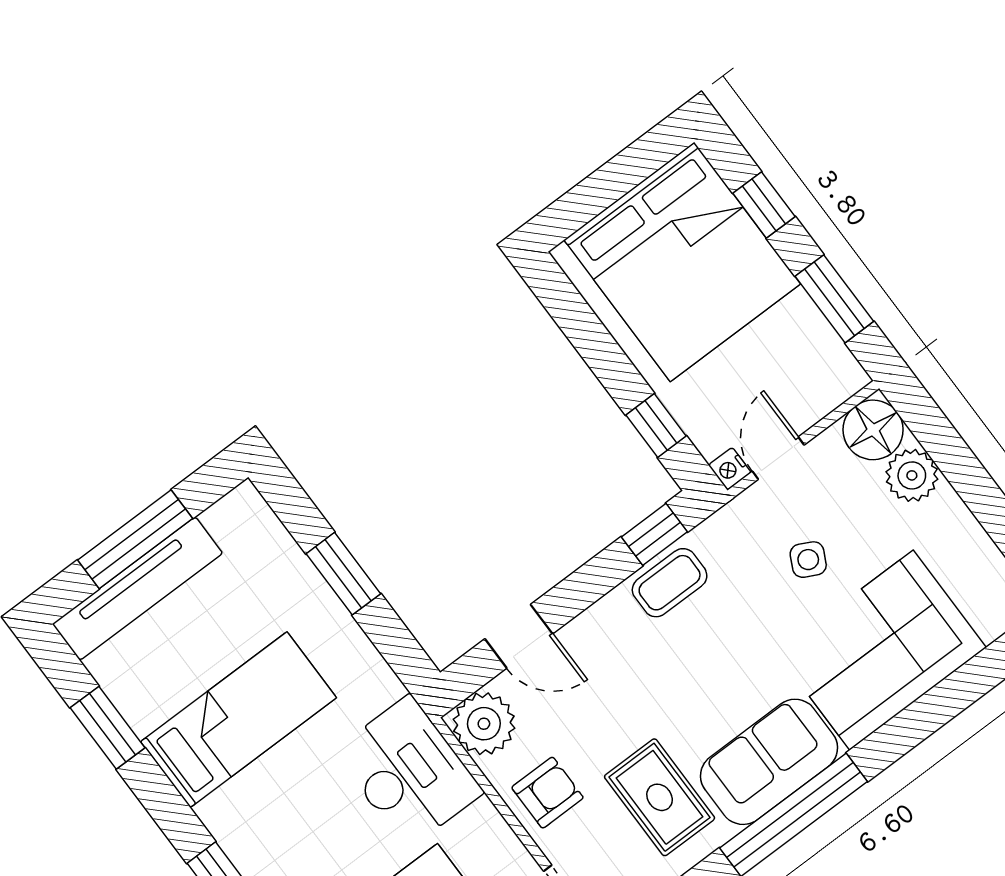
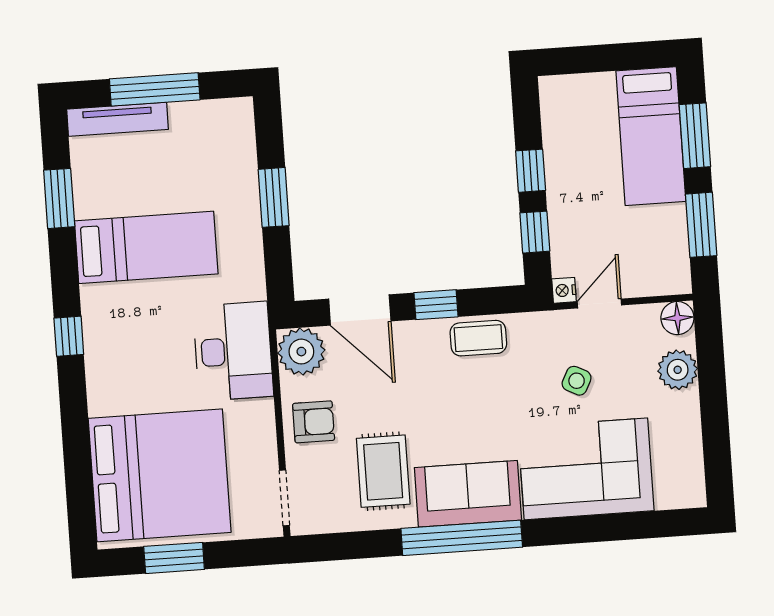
window: (764, 205) -> (695, 136), width x1.50
bed: (682, 262) -> (651, 136), width x0.49
window: (608, 361) -> (531, 171), added
floor lamp: (873, 430) -> (677, 318), width x0.73, depth x0.73
window: (654, 534) -> (436, 305), moved
tv unit: (137, 589) -> (117, 119), width x0.73, depth x0.78
door: (519, 636) -> (360, 310), width x1.38

